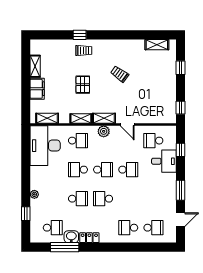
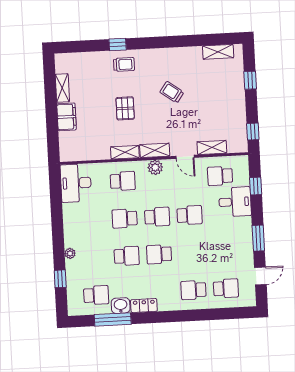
shelving: (47, 118) -> (212, 147), moved
desk: (45, 146) -> (76, 183), width x0.73, depth x0.77

